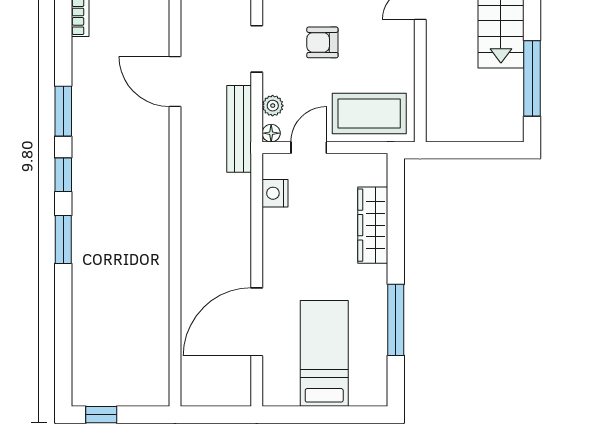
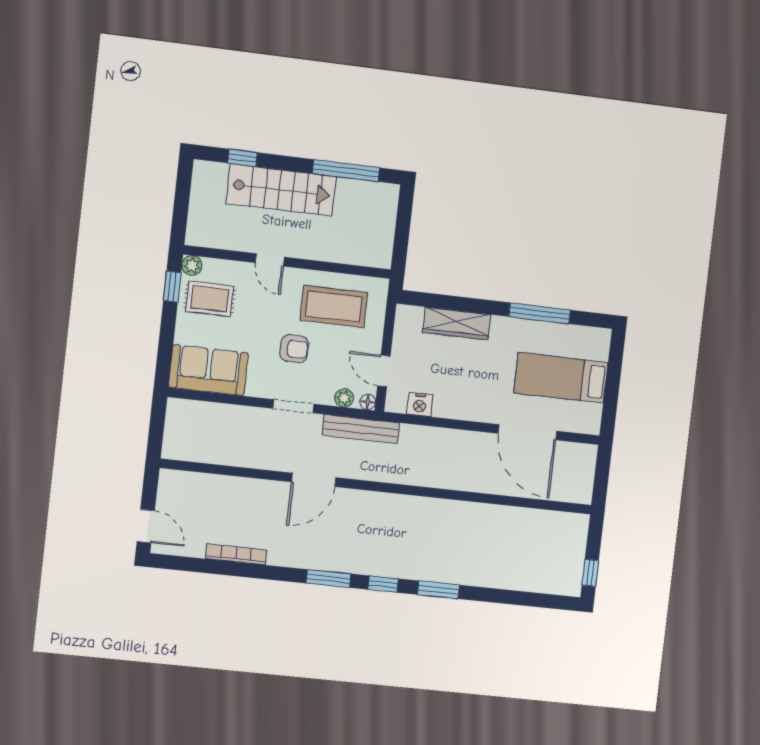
armchair: (322, 42) -> (294, 349), turned -90
coffee table: (369, 114) -> (334, 306), moved, turned 90

